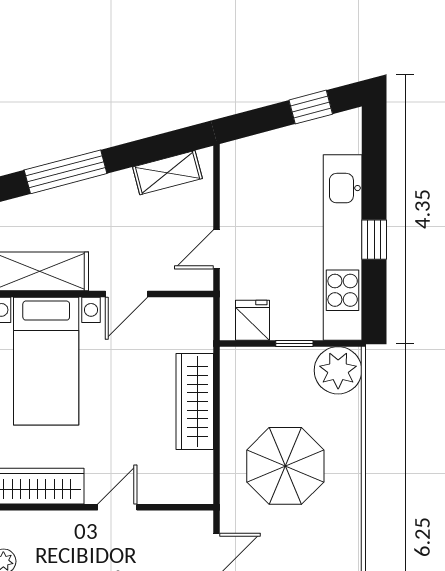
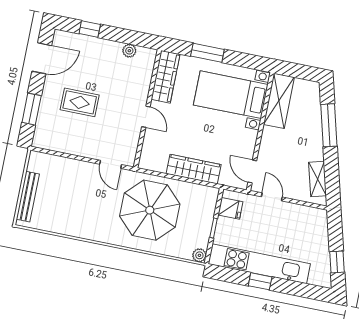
door: (126, 294) -> (252, 171), moved
plant: (338, 370) -> (199, 255), width x0.53, depth x0.53
parasol: (285, 466) -> (150, 210), width x1.36, depth x1.36

